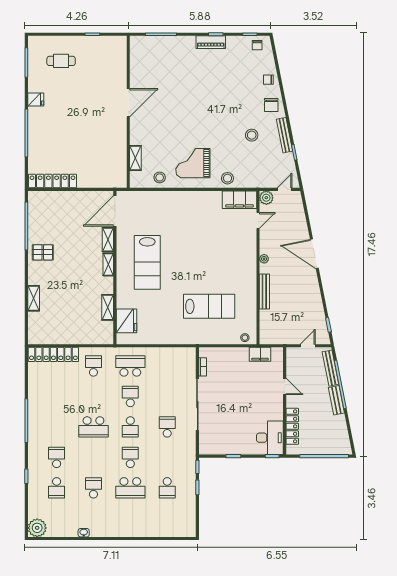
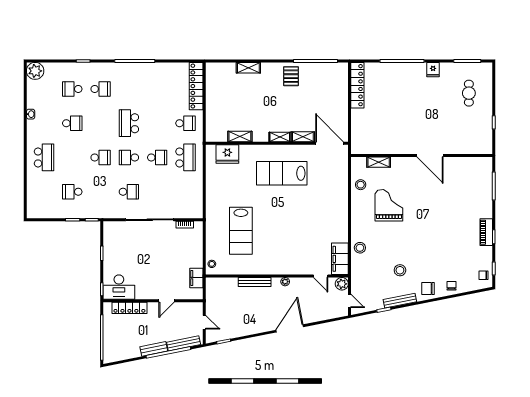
grand piano: (193, 163) -> (389, 205), moved
school desk: (130, 488) -> (44, 157), moved, turned 180

